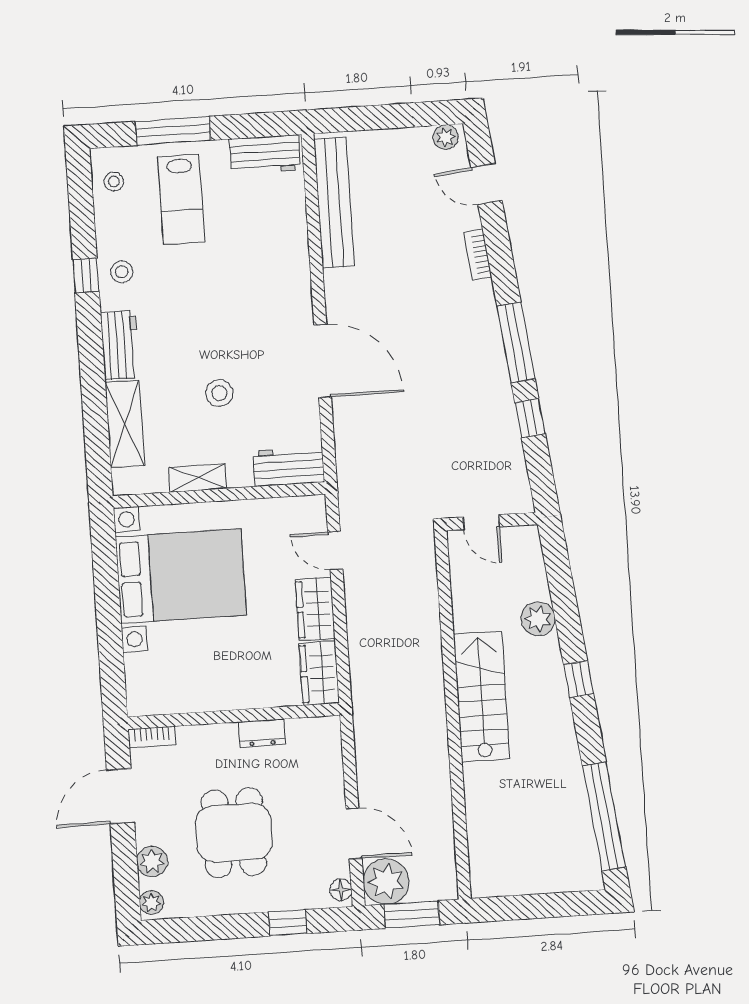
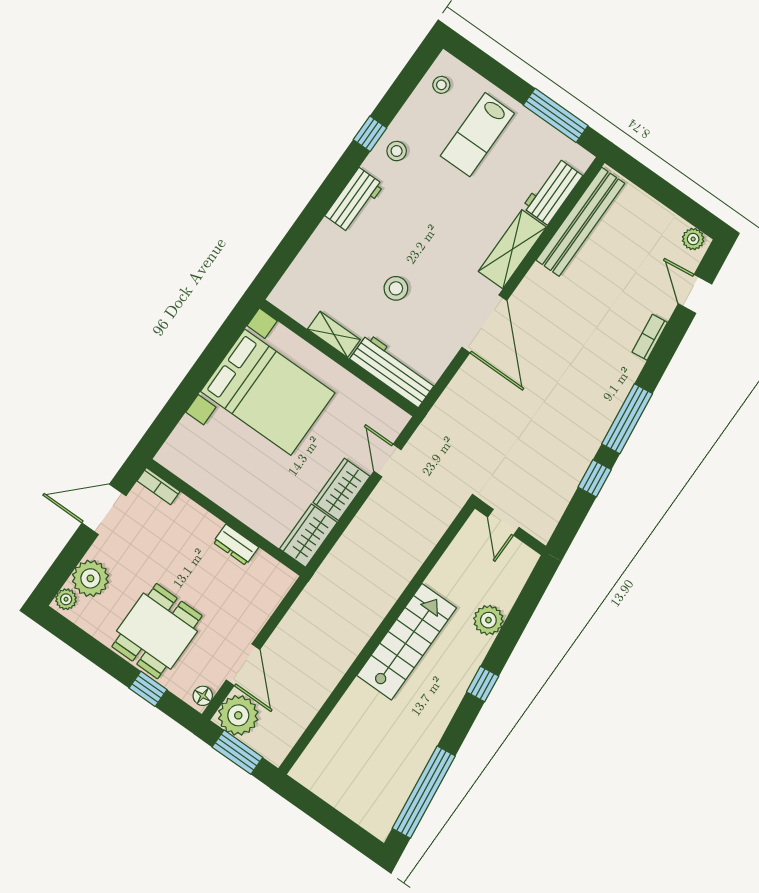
window: (173, 131) -> (556, 115), moved
workbench: (265, 155) -> (552, 191), moved, turned 90
shelving: (125, 424) -> (512, 249), moved
workbench: (289, 466) -> (393, 370), width x1.38
dining table: (234, 833) -> (157, 631), moved
plant: (152, 861) -> (90, 578), width x1.36, depth x1.36

